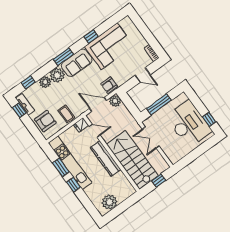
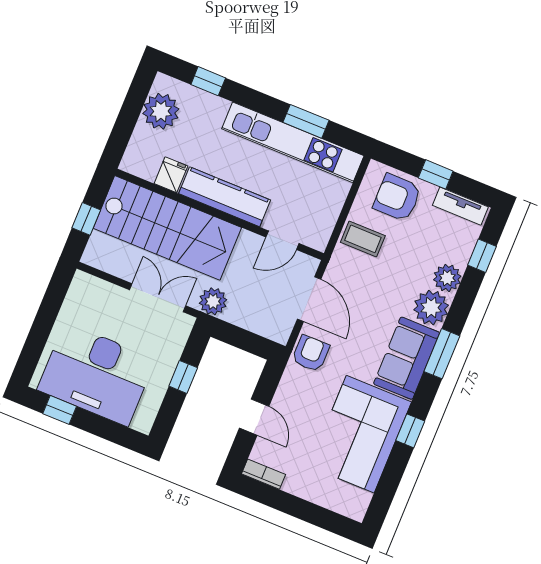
door: (143, 75) -> (254, 417), swing flipped
plant: (115, 101) -> (213, 301), moved
door: (98, 104) -> (309, 299), hinge flipped
window: (159, 104) -> (183, 377), width x0.46
window: (19, 110) -> (436, 174), moved
armchair: (45, 121) -> (397, 198), turned 90
fridge: (81, 125) -> (171, 175), moved
window: (73, 185) -> (208, 81), moved

